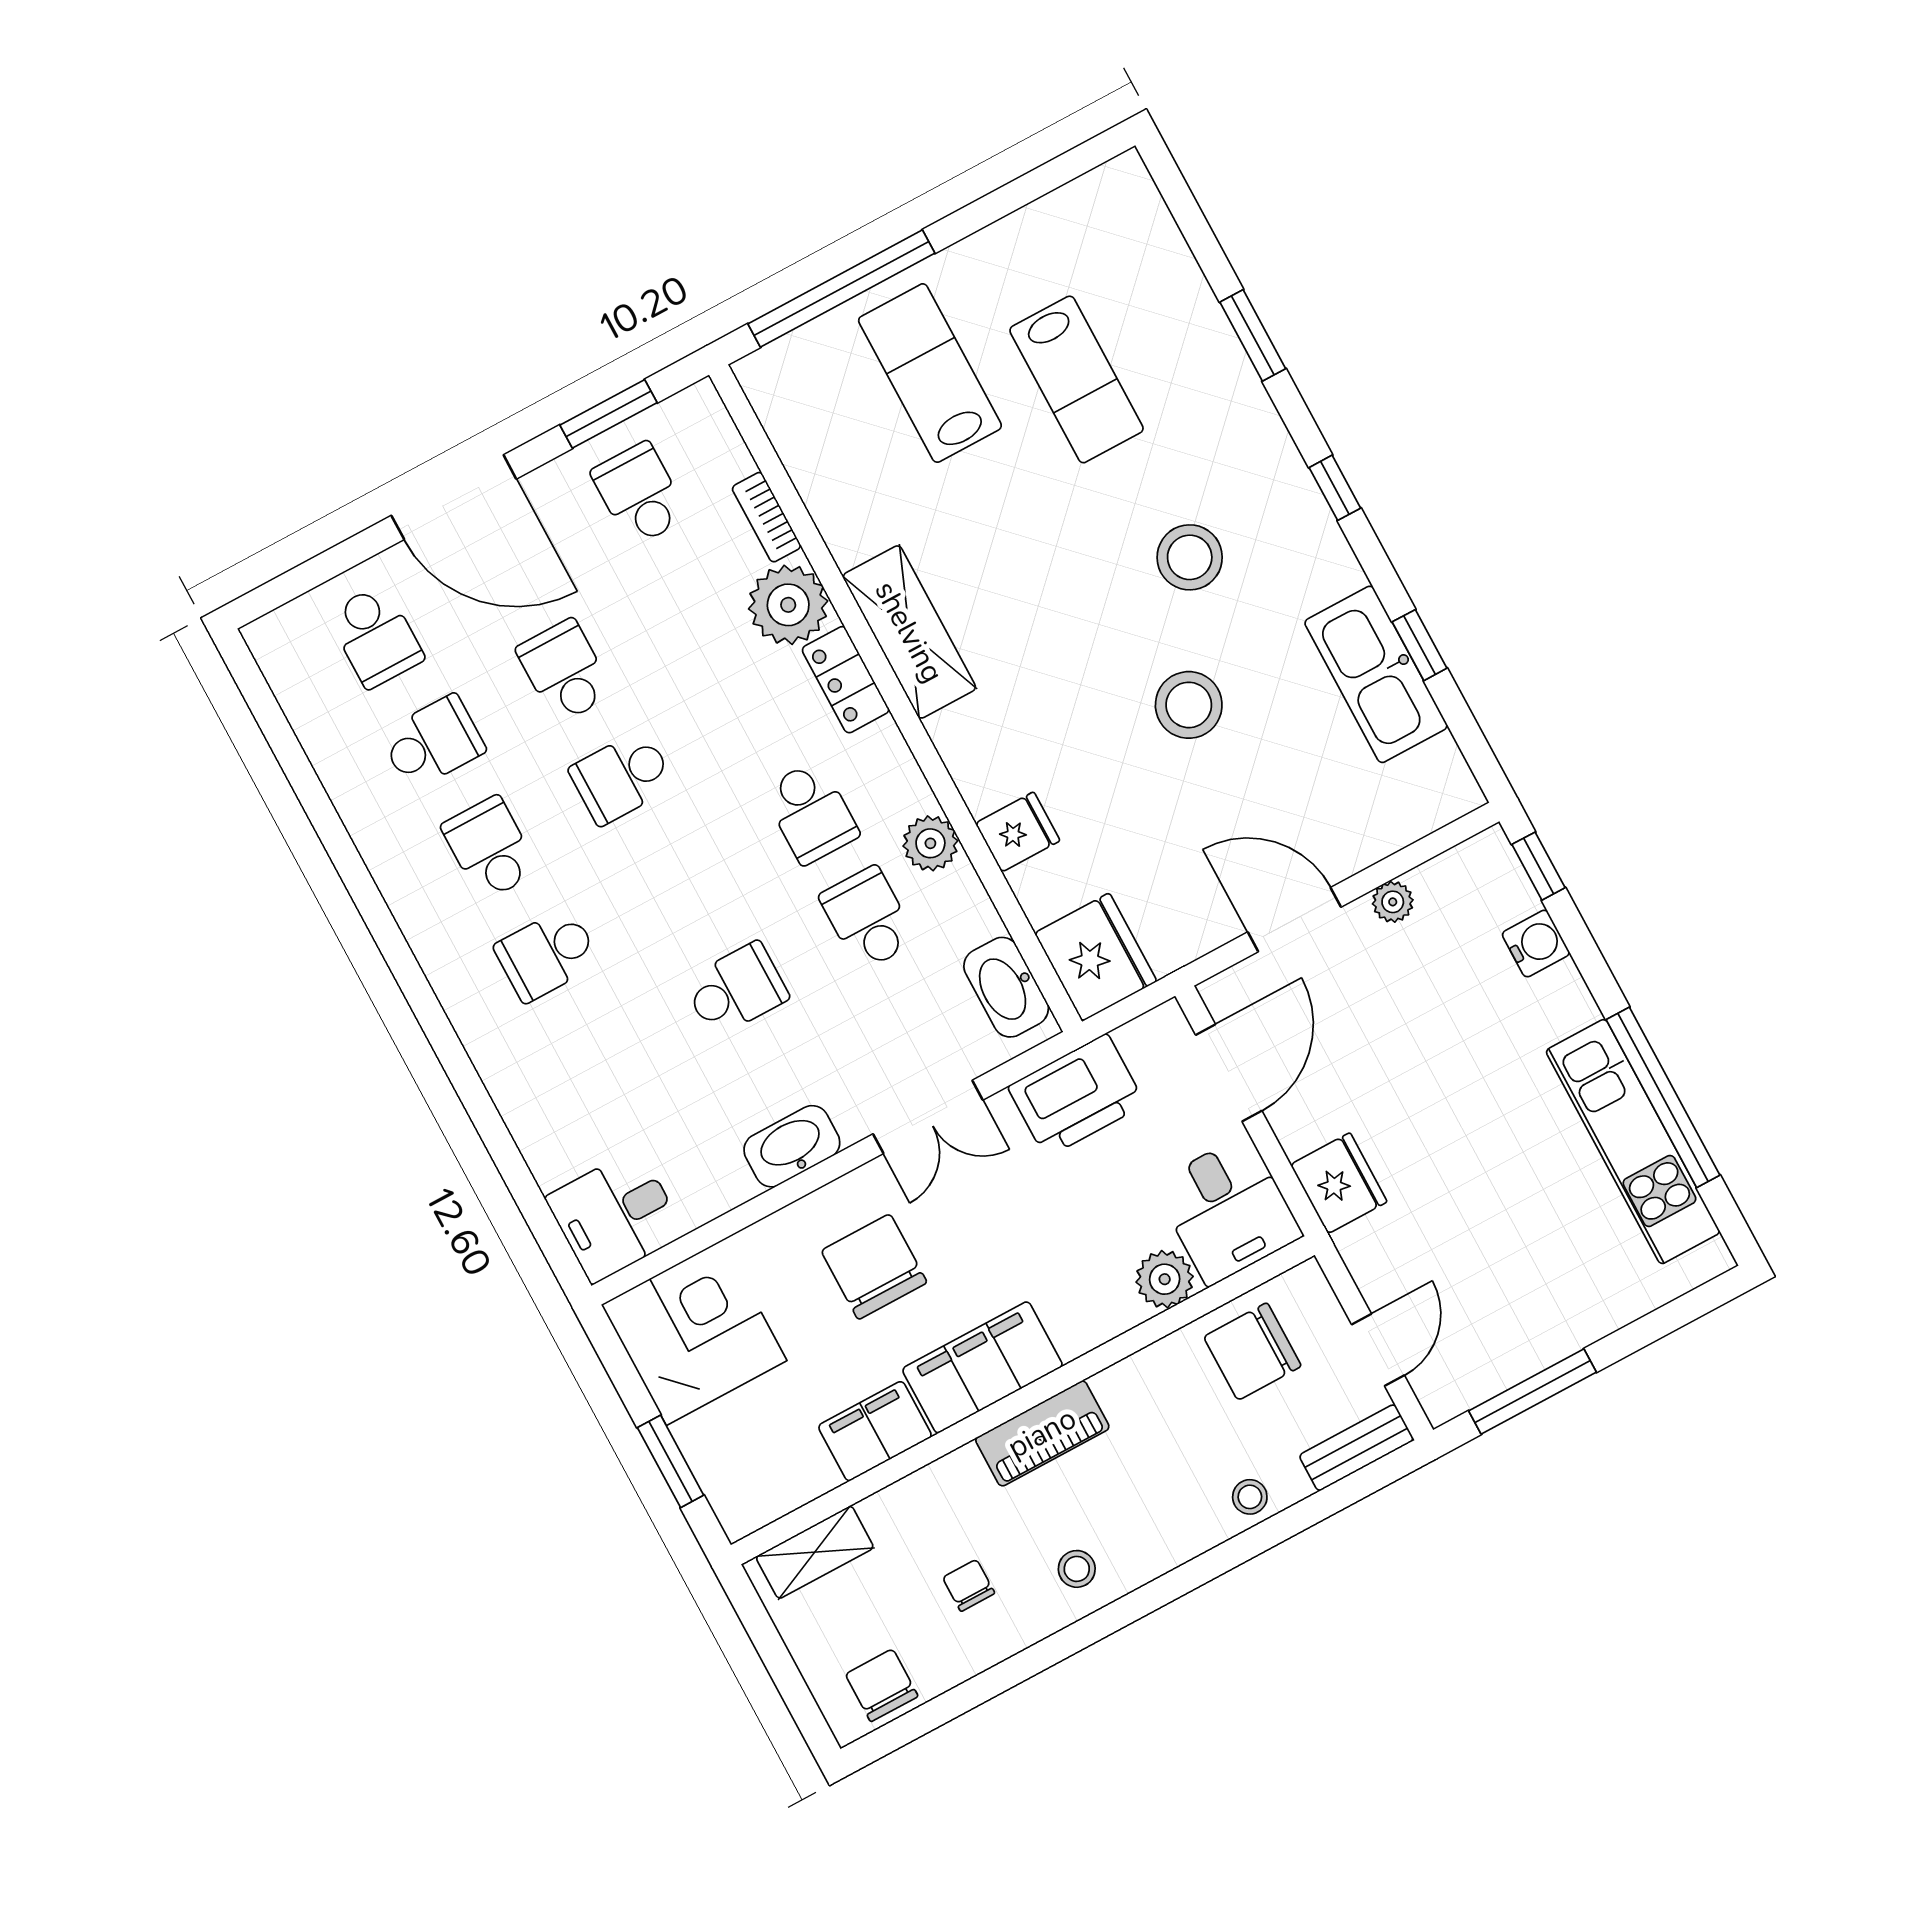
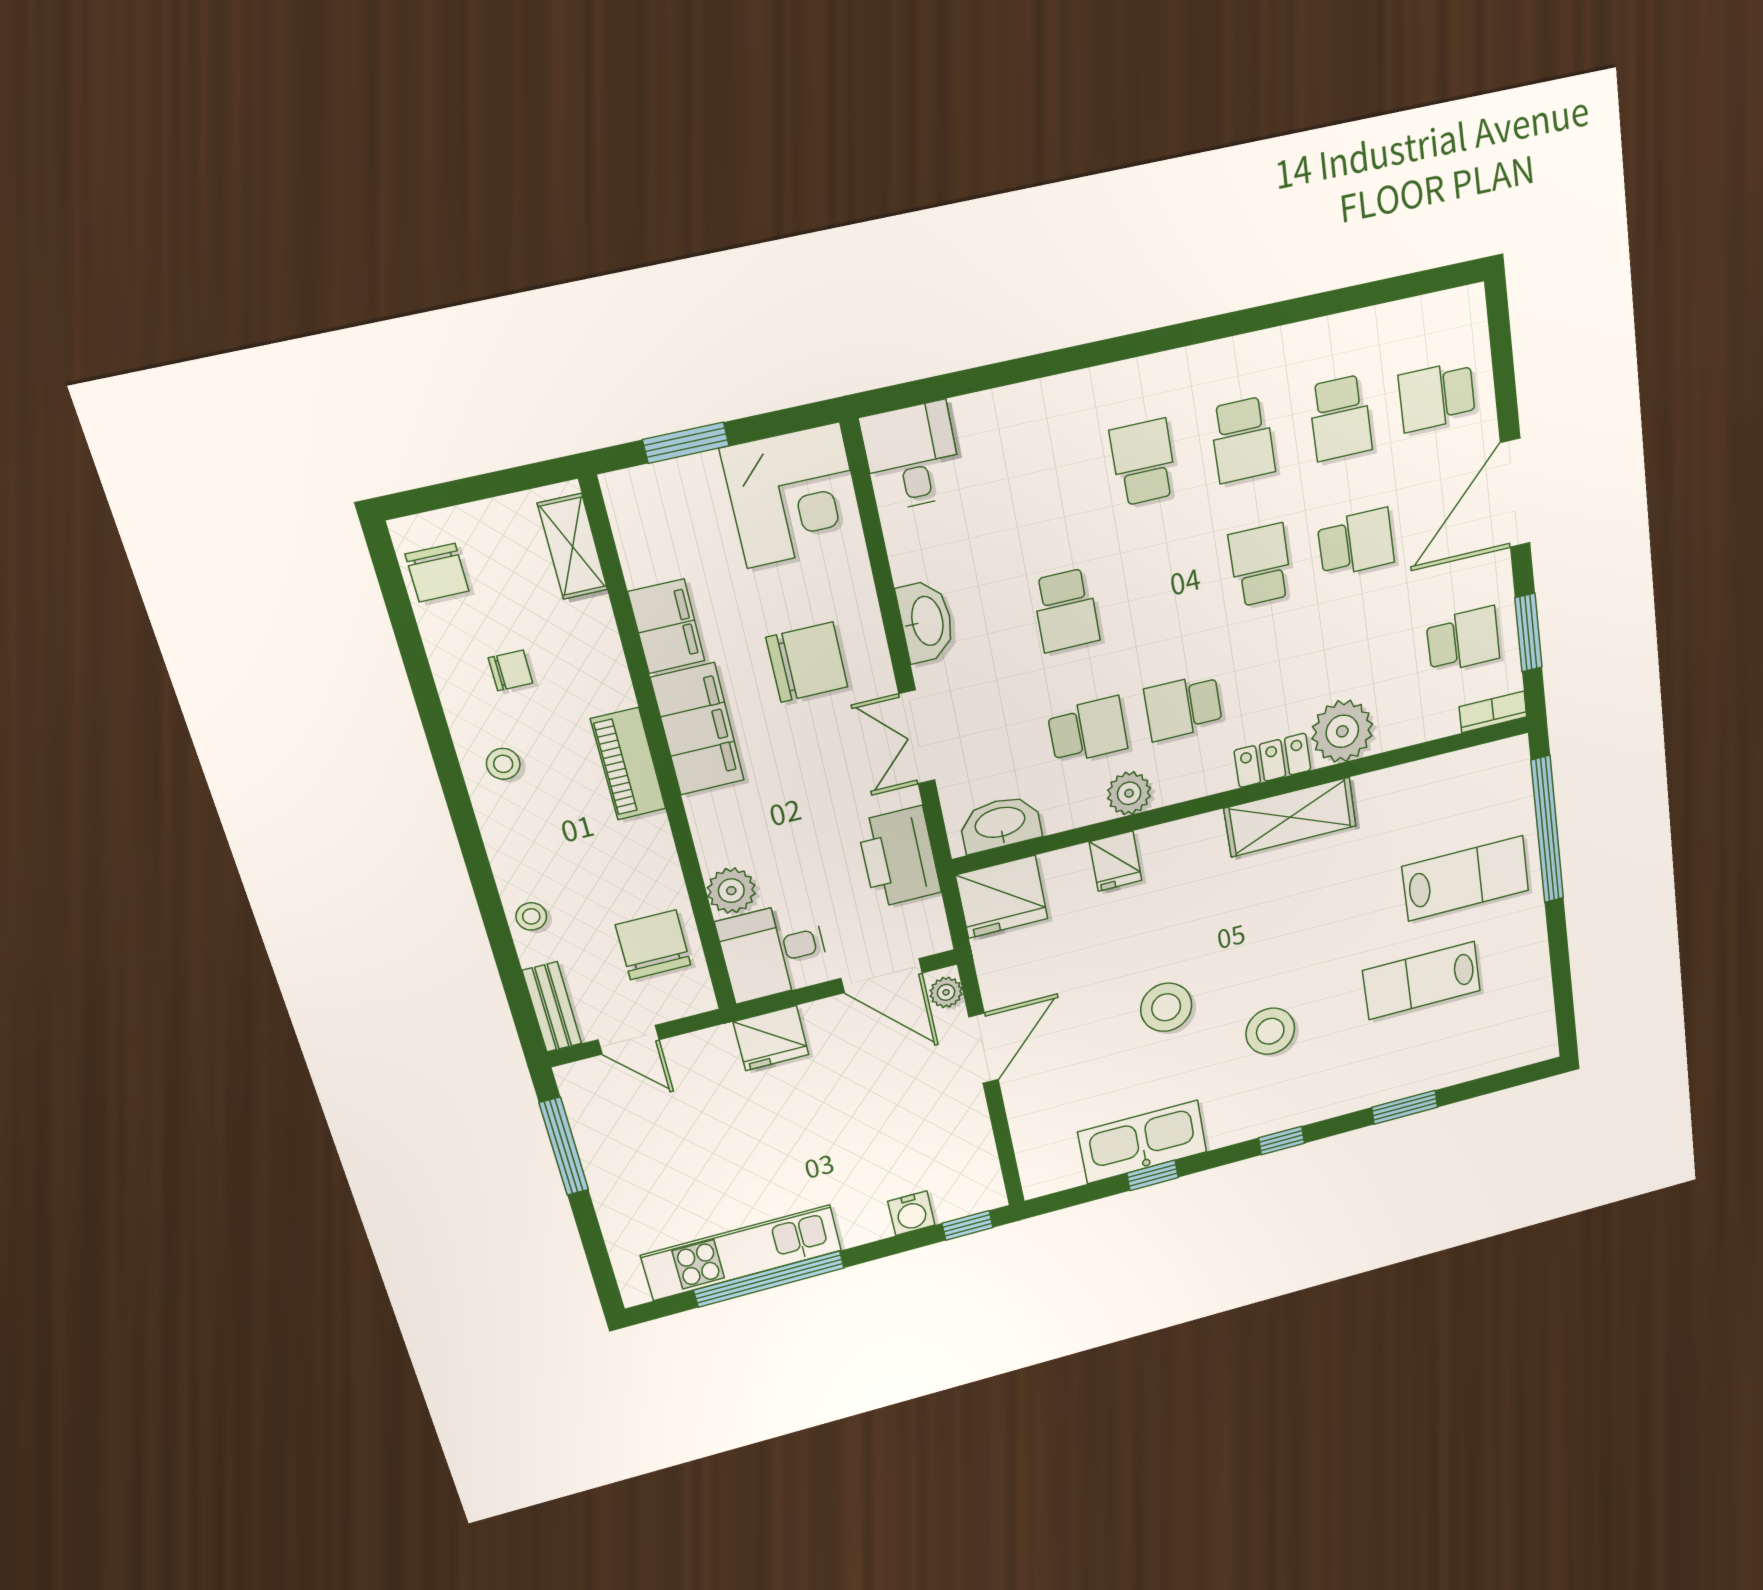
bookcase: (767, 517) -> (1493, 712), moved
school desk: (490, 848) -> (1242, 440), turned 90
plant: (1393, 902) -> (946, 992), moved
chair: (882, 1685) -> (437, 573), turned 90

